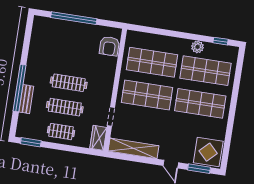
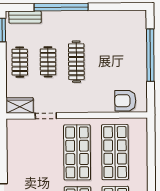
bench: (26, 99) -> (25, 17), moved
clothes rail: (65, 107) -> (48, 62), width x0.73
shelving: (133, 148) -> (14, 147), removed

